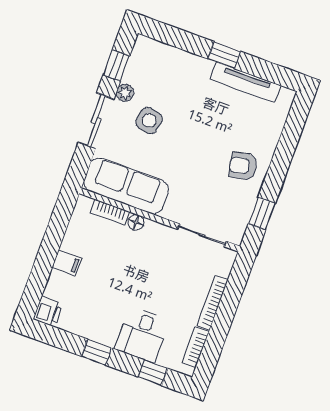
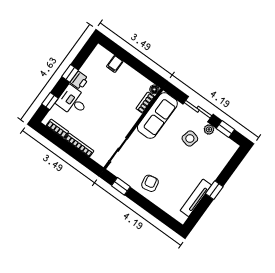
floor lamp: (136, 222) -> (154, 89), moved
filing cabinet: (67, 263) -> (115, 64), moved
printer: (48, 311) -> (79, 81), moved, turned -90

